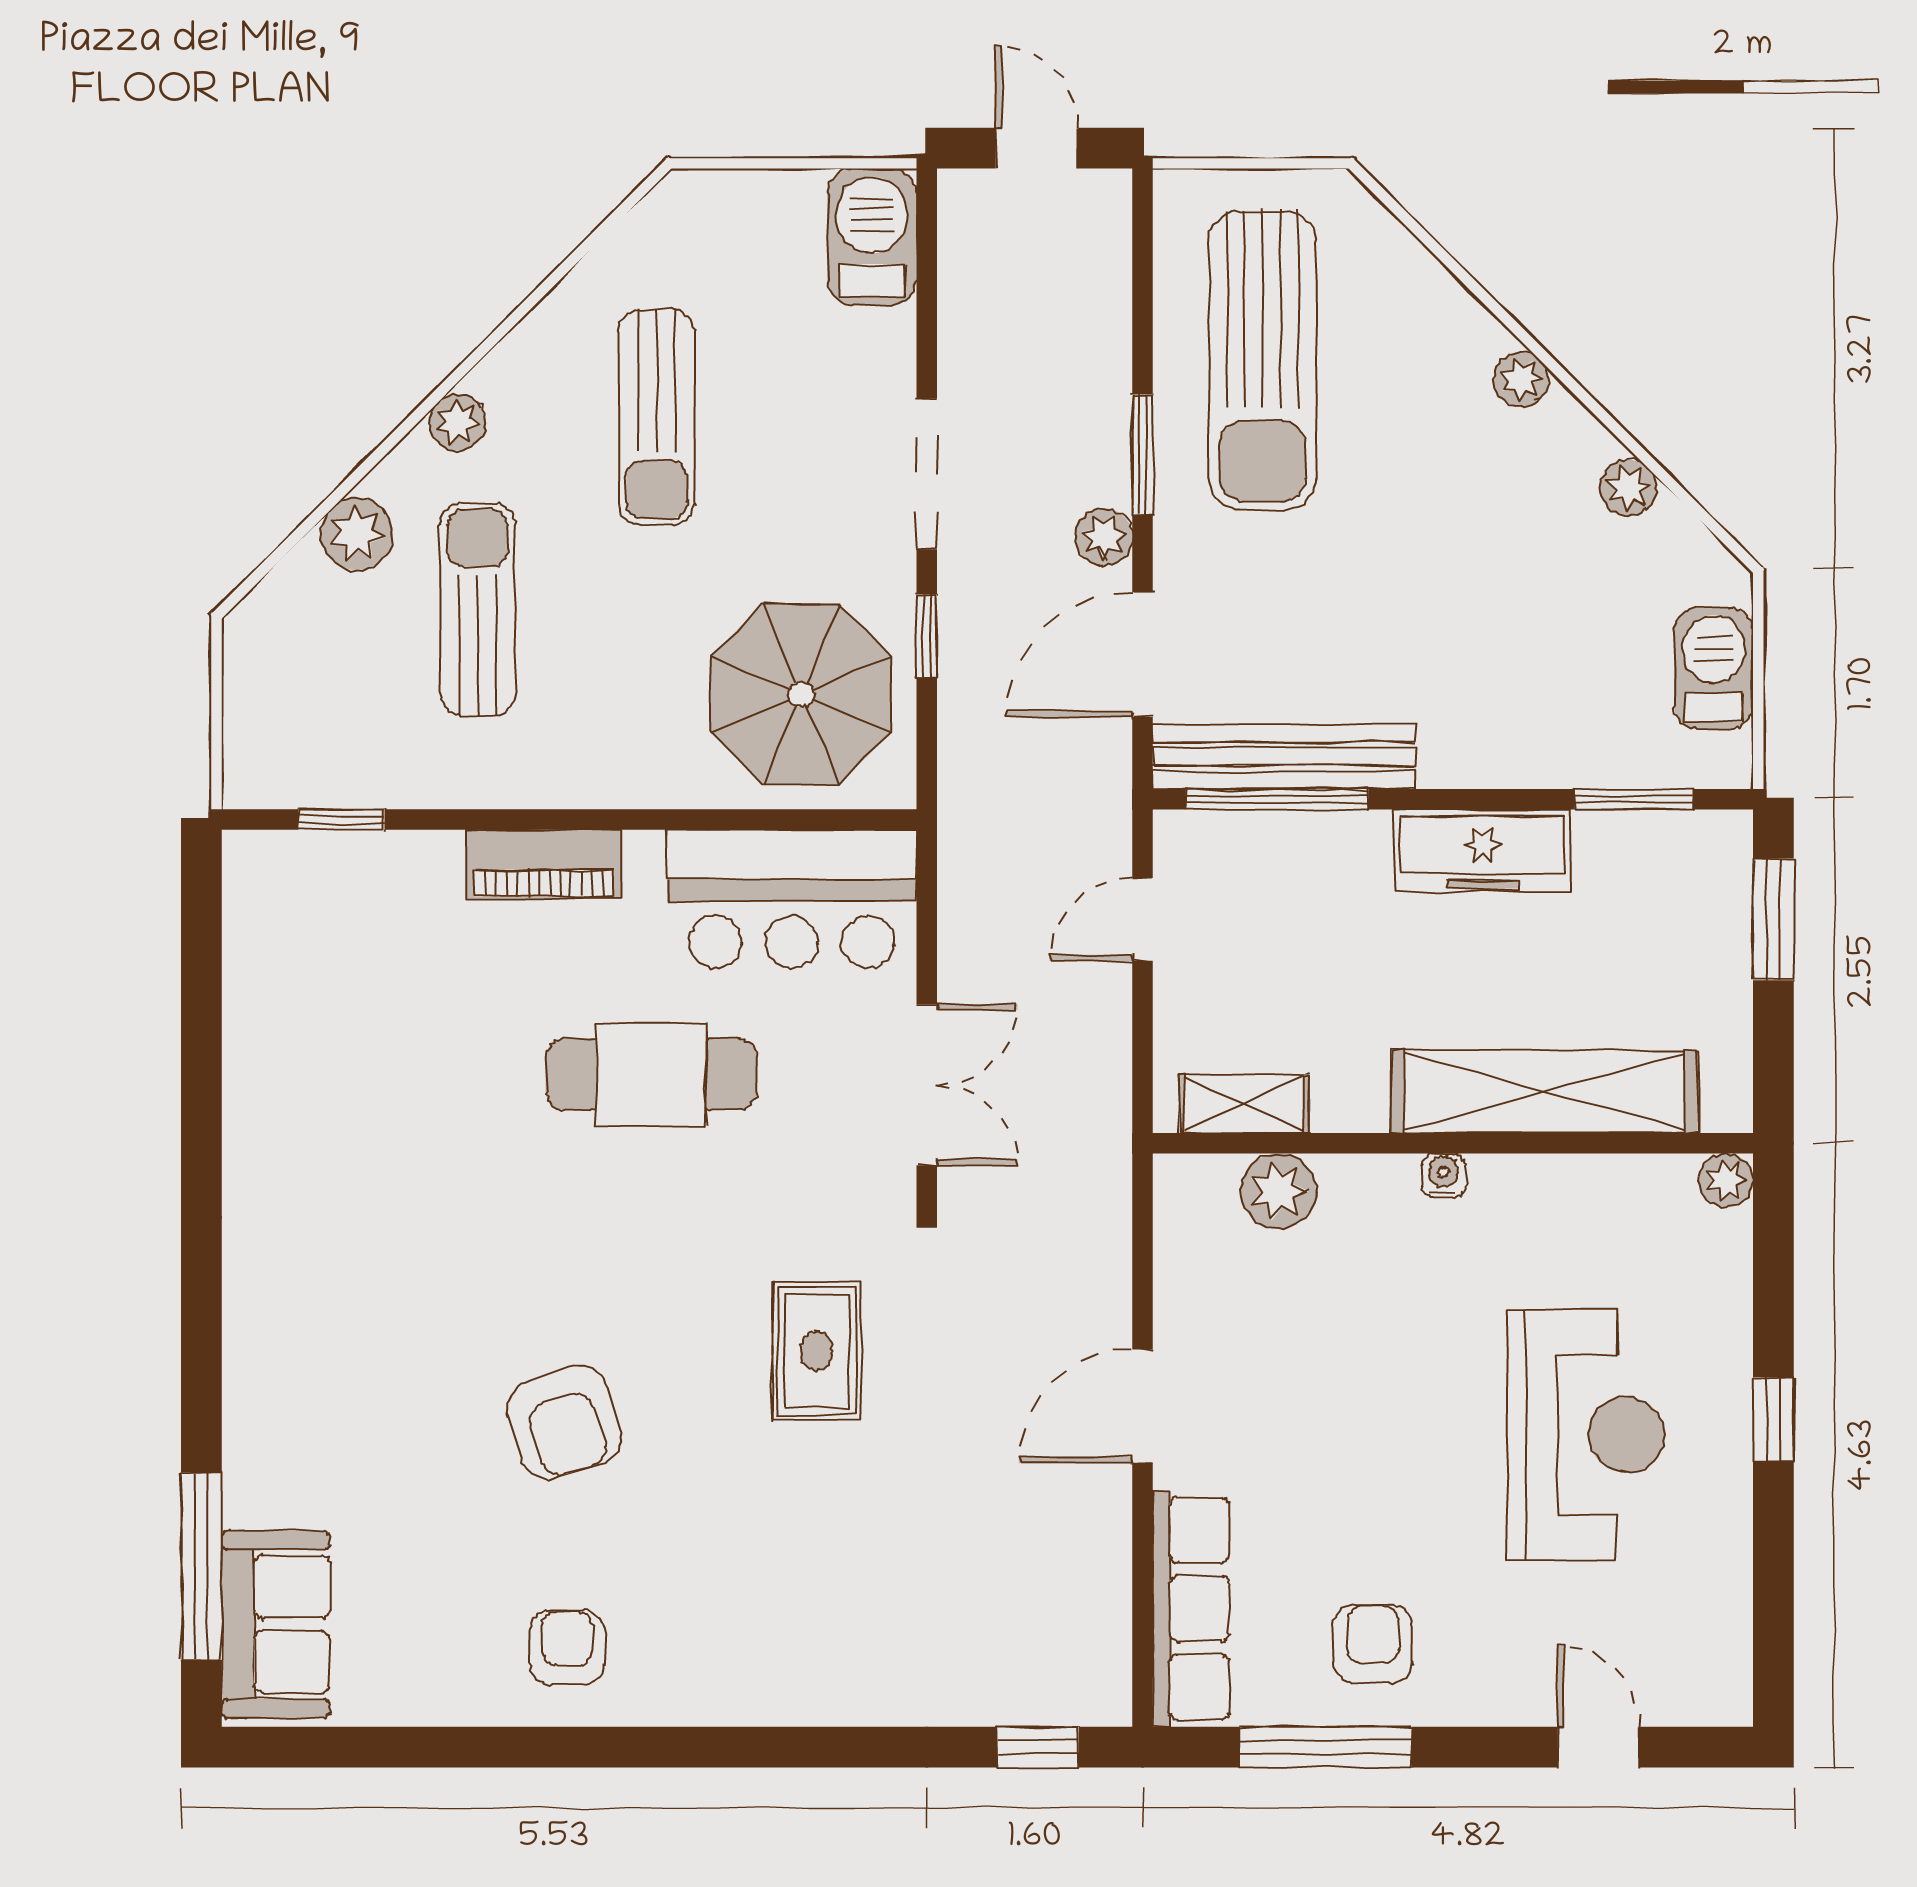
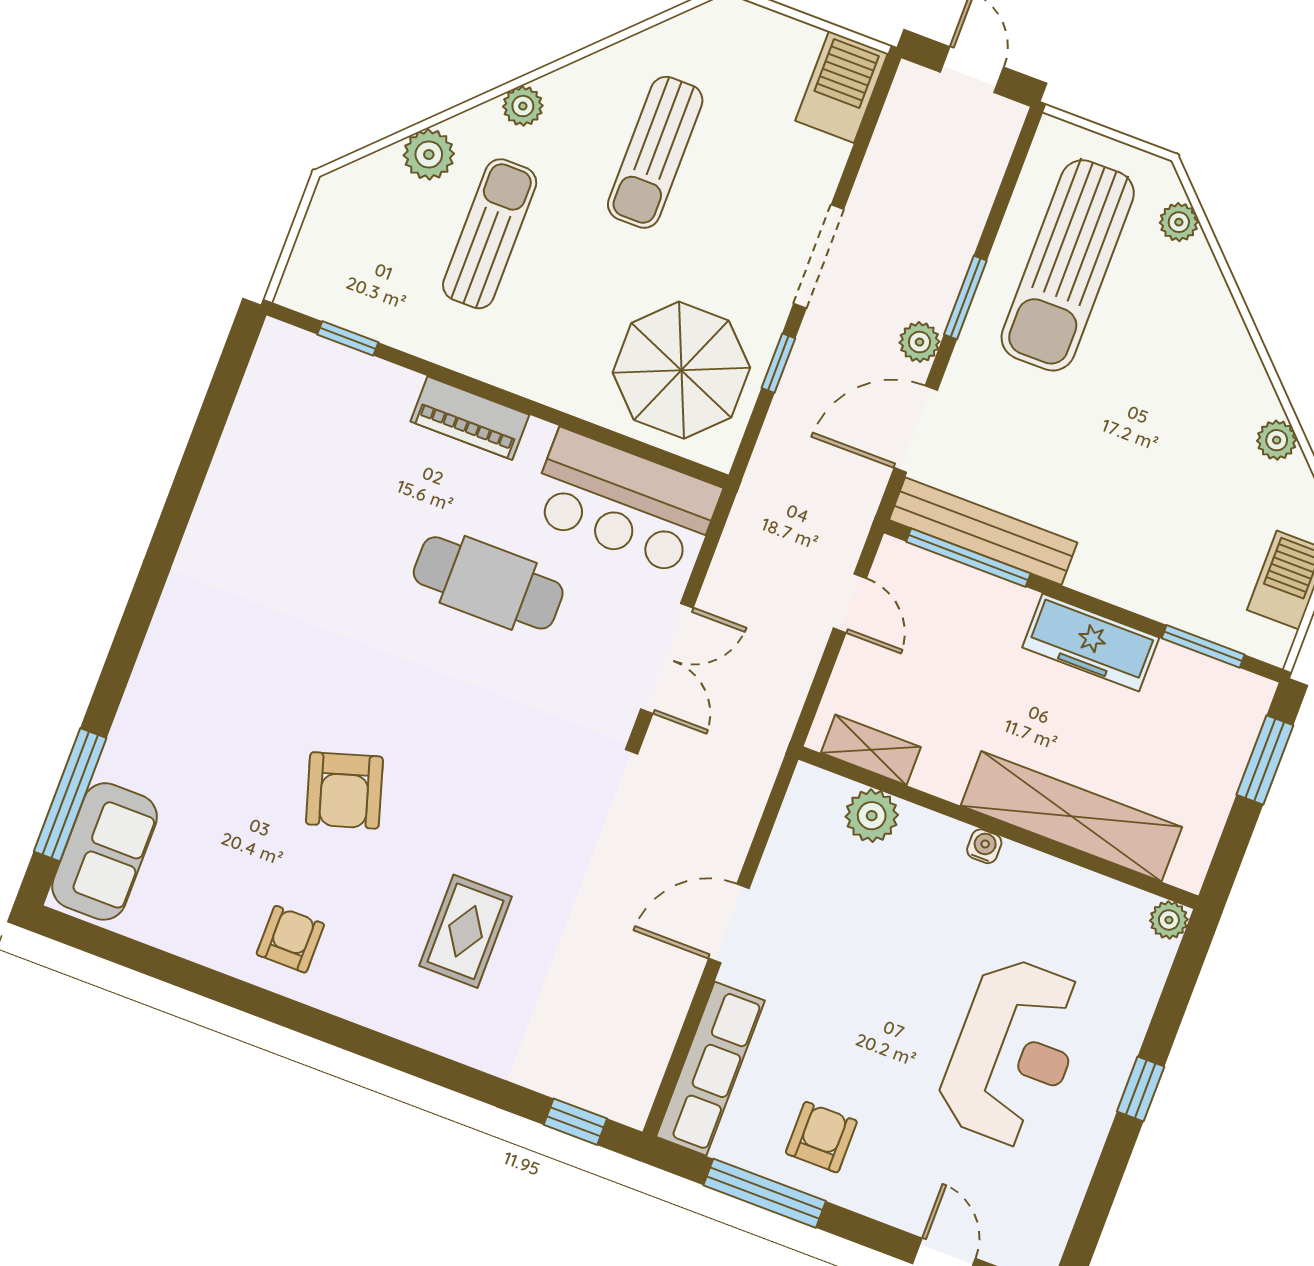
plant: (1521, 380) -> (1179, 222), moved
door: (1143, 919) -> (850, 603), swing flipped
rug: (817, 1351) -> (465, 931), moved

